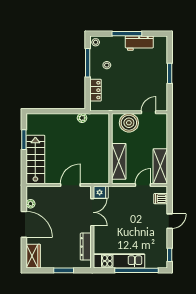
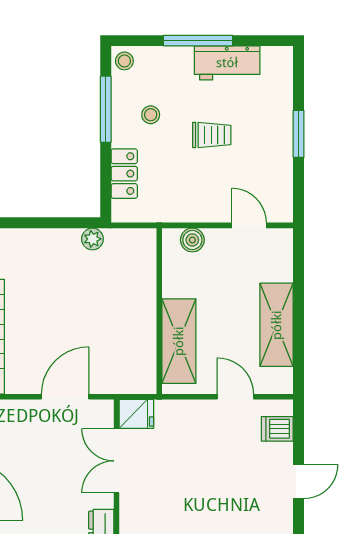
trolley: (133, 74) -> (212, 135), added
door: (149, 112) -> (249, 225), hinge flipped
boiler: (129, 123) -> (192, 240), width x0.54, depth x0.54
shelving: (160, 166) -> (277, 325), moved
door: (143, 185) -> (235, 397), hinge flipped
double door: (92, 212) -> (116, 461), swing flipped

